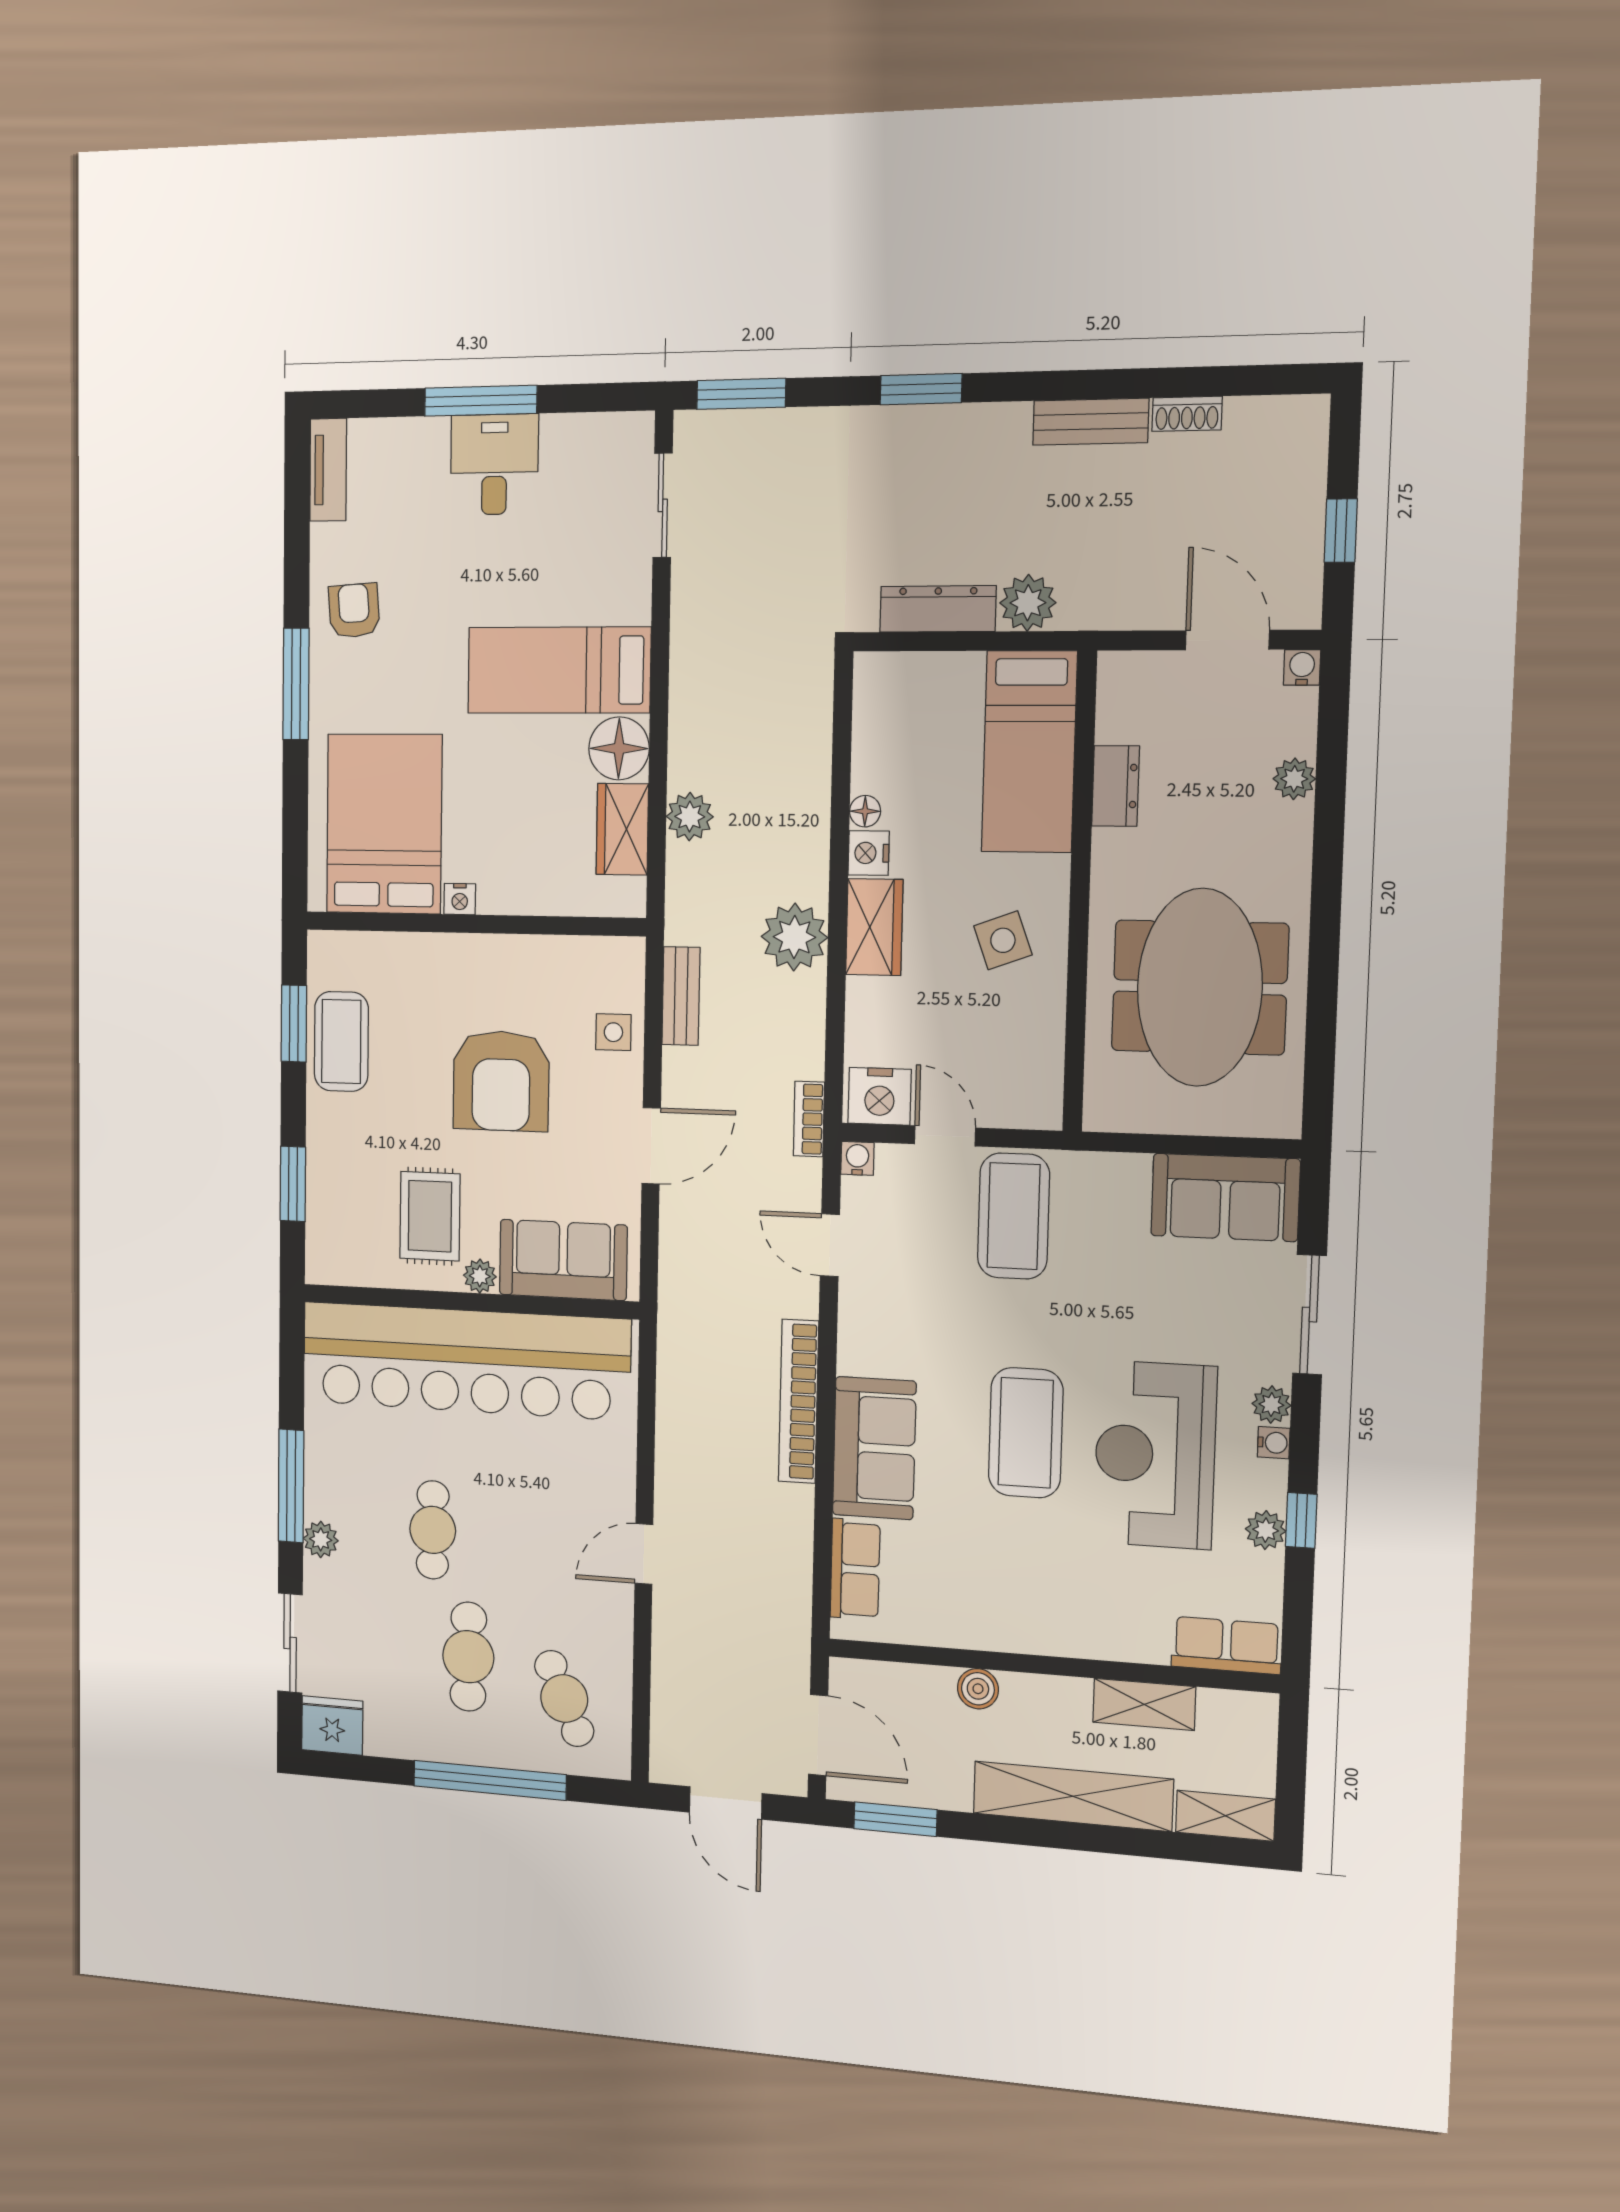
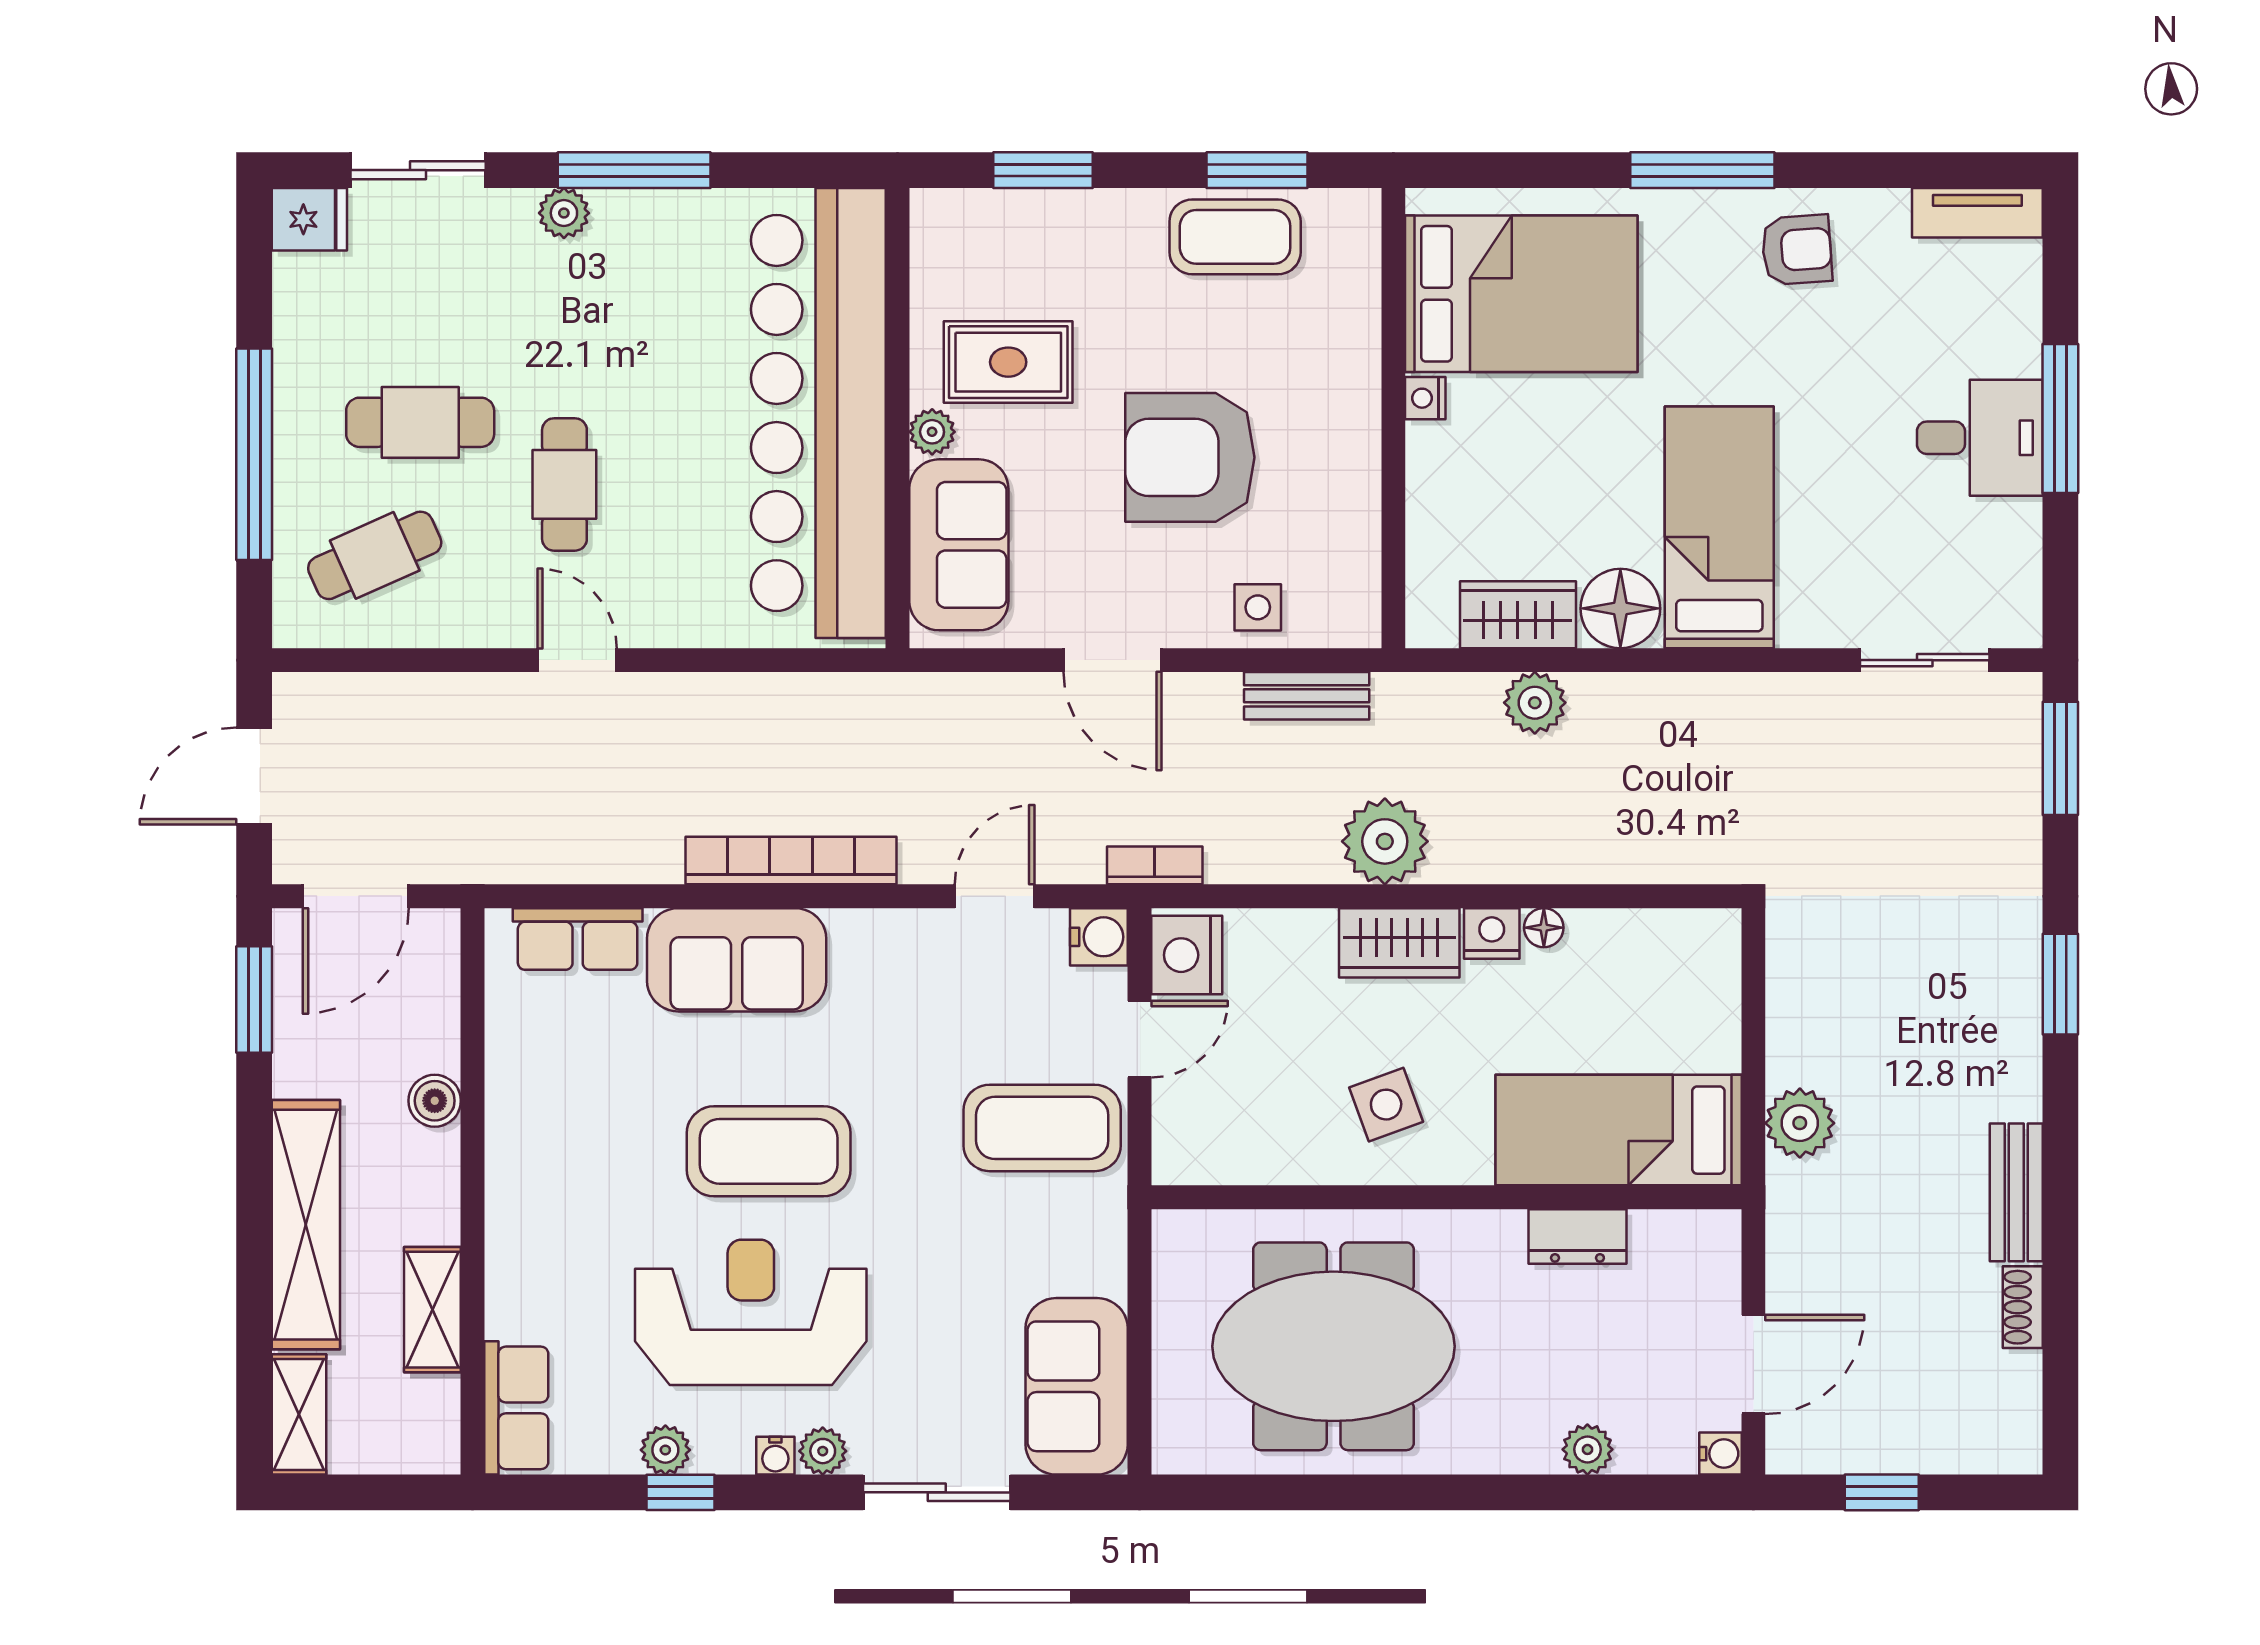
dresser: (938, 609) -> (1793, 1012), removed
water cooler: (857, 1158) -> (1099, 937), width x1.38, depth x1.38
cafe table: (433, 1530) -> (564, 484), moved, turned 90
fridge: (332, 1725) -> (309, 219), width x0.72

